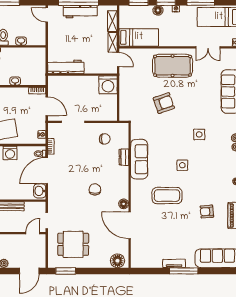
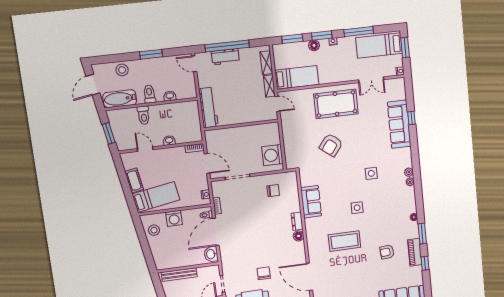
workbench: (80, 12) -> (225, 57), width x0.73
workbench: (66, 67) -> (208, 108), moved, turned 90
washing machine: (108, 85) -> (272, 155), moved, turned 90
armchair: (164, 103) -> (331, 145), turned 147
dresser: (124, 157) -> (297, 221), moved
sofa: (139, 159) -> (311, 202), width x0.73
chair: (95, 189) -> (264, 273), moved
floor lamp: (124, 204) -> (299, 236), moved

